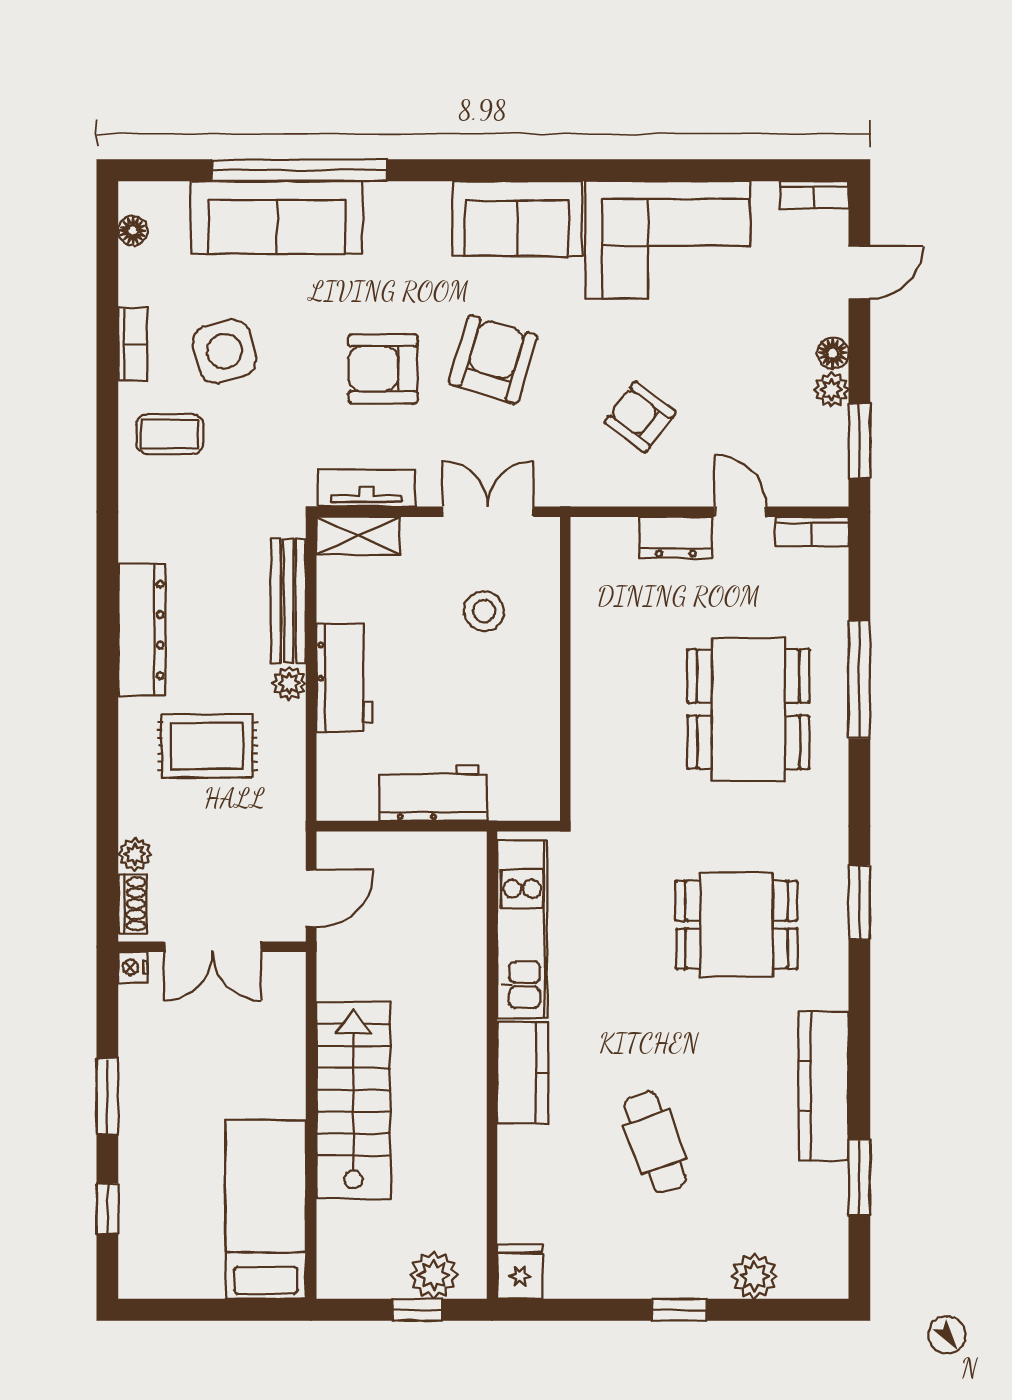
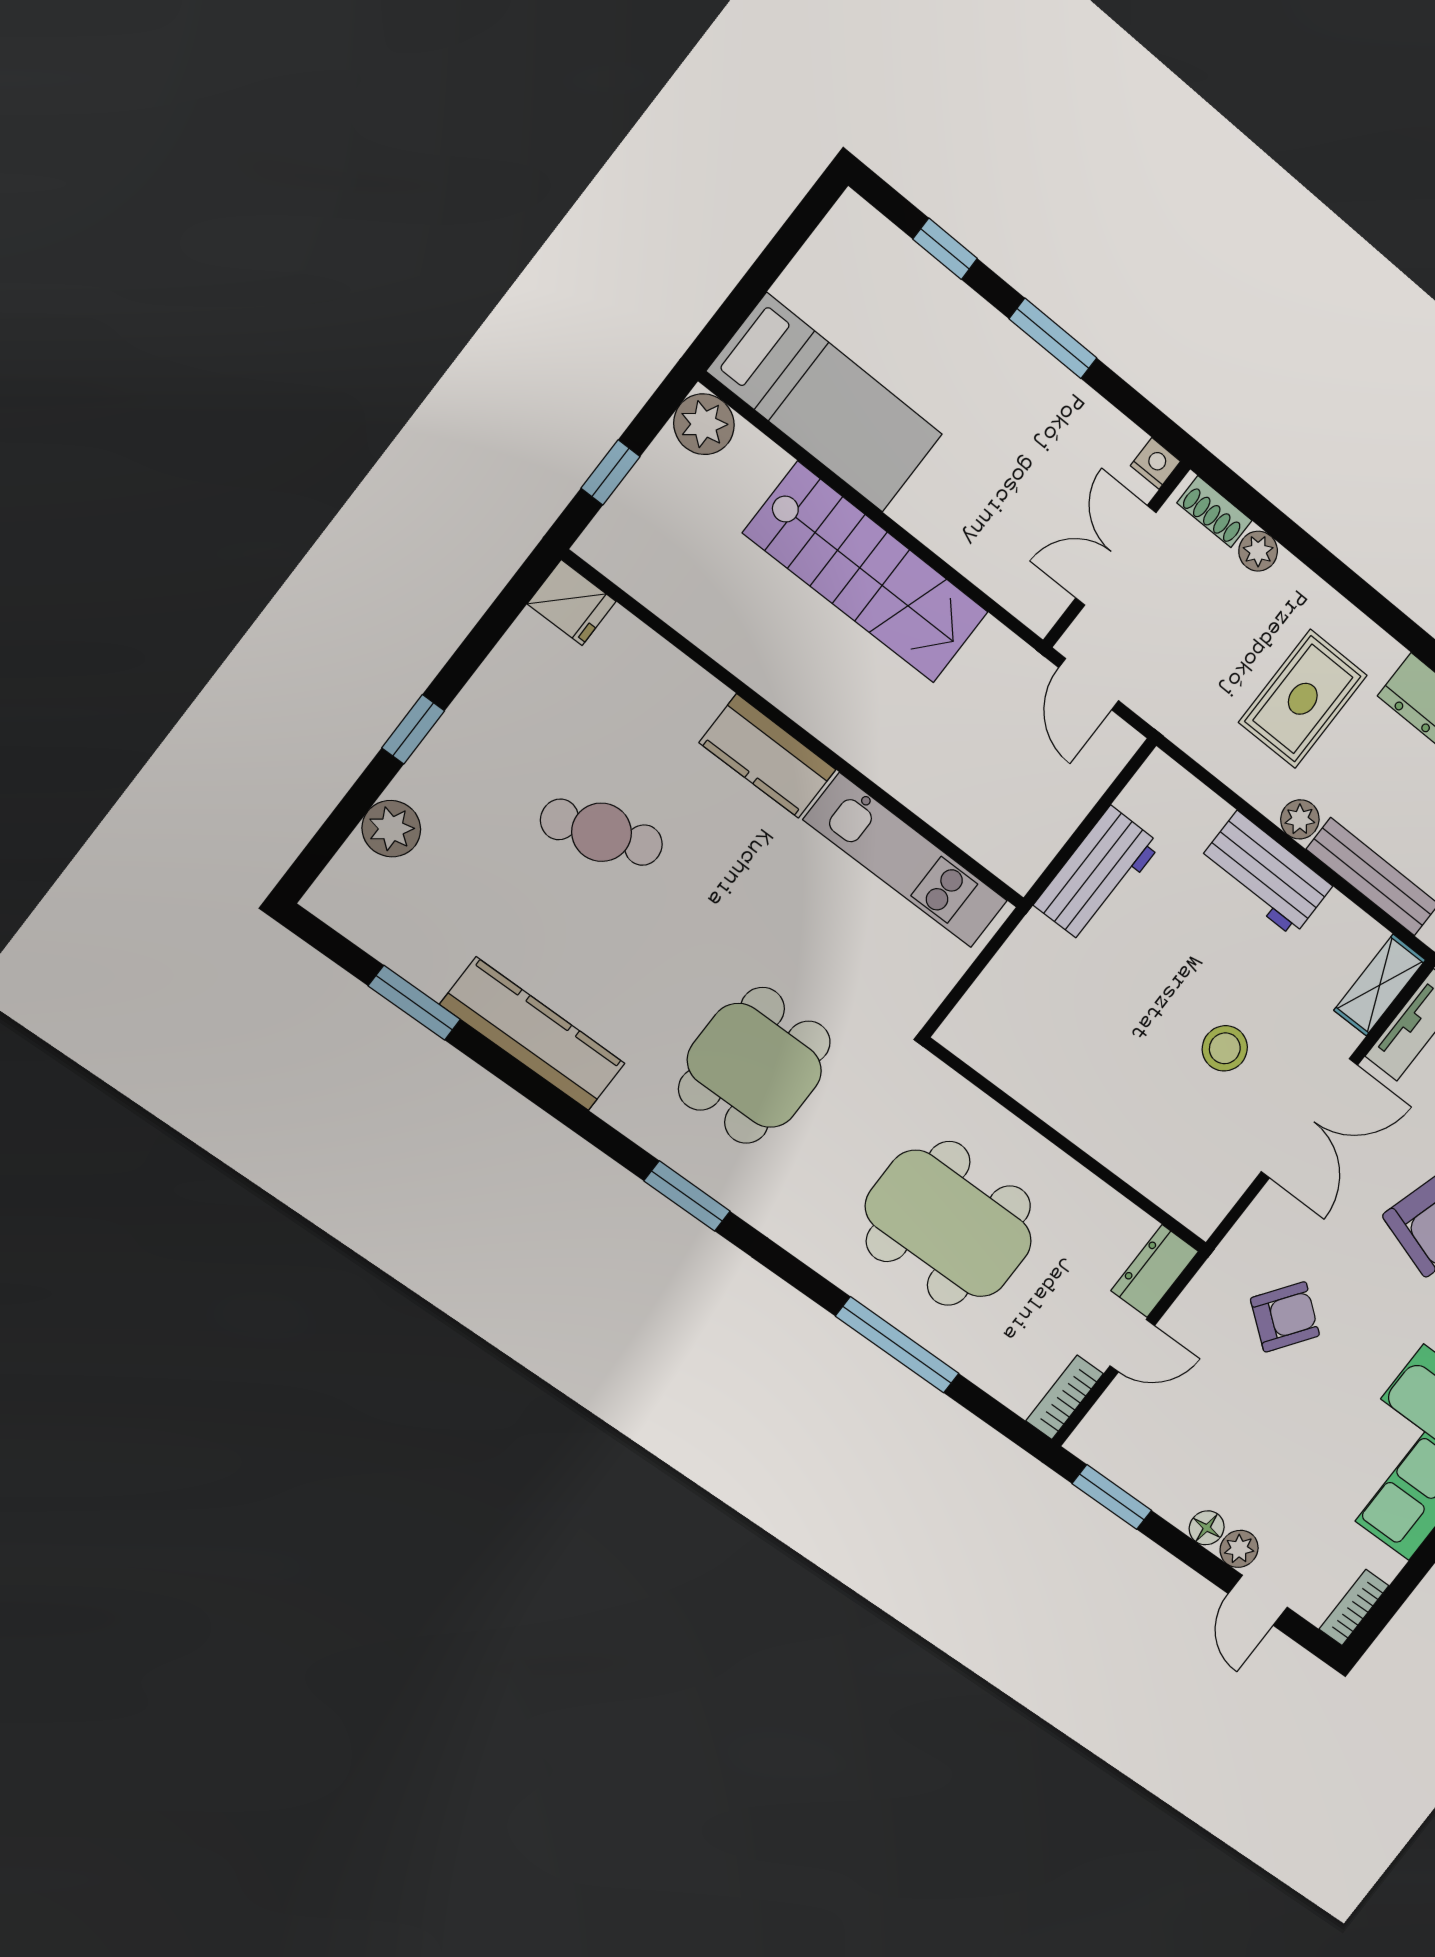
plant: (831, 390) -> (1239, 1549), moved
double door: (488, 512) -> (1309, 1118), width x1.37
wall: (565, 669) -> (1067, 1146), moved
plant: (434, 1275) -> (704, 424), moved

